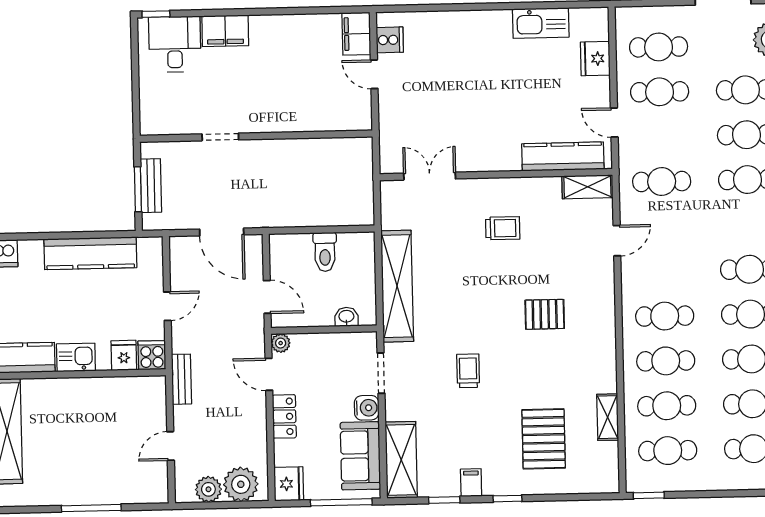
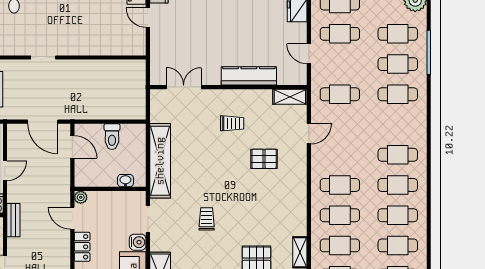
kitchen counter: (563, 156) -> (249, 76), moved
door: (267, 297) -> (72, 147), moved
pallet: (545, 314) -> (264, 159), moved

